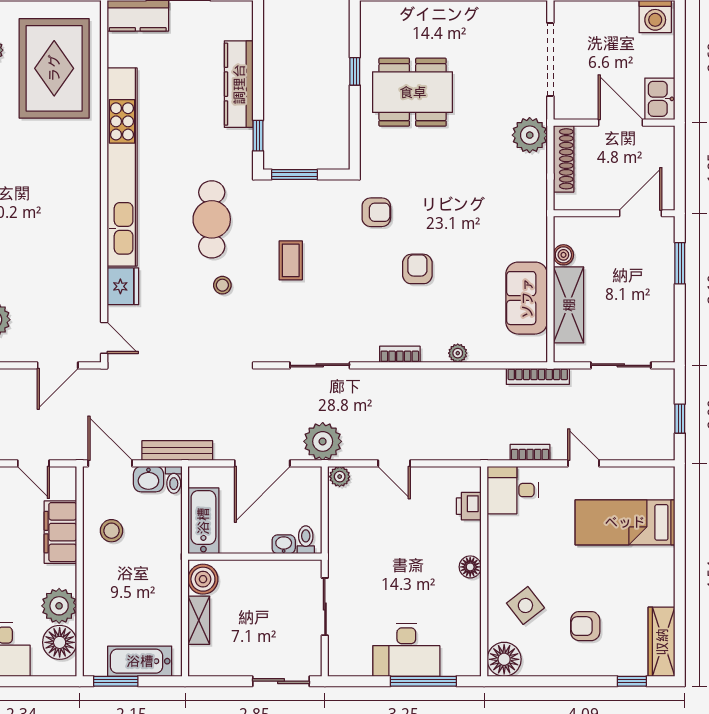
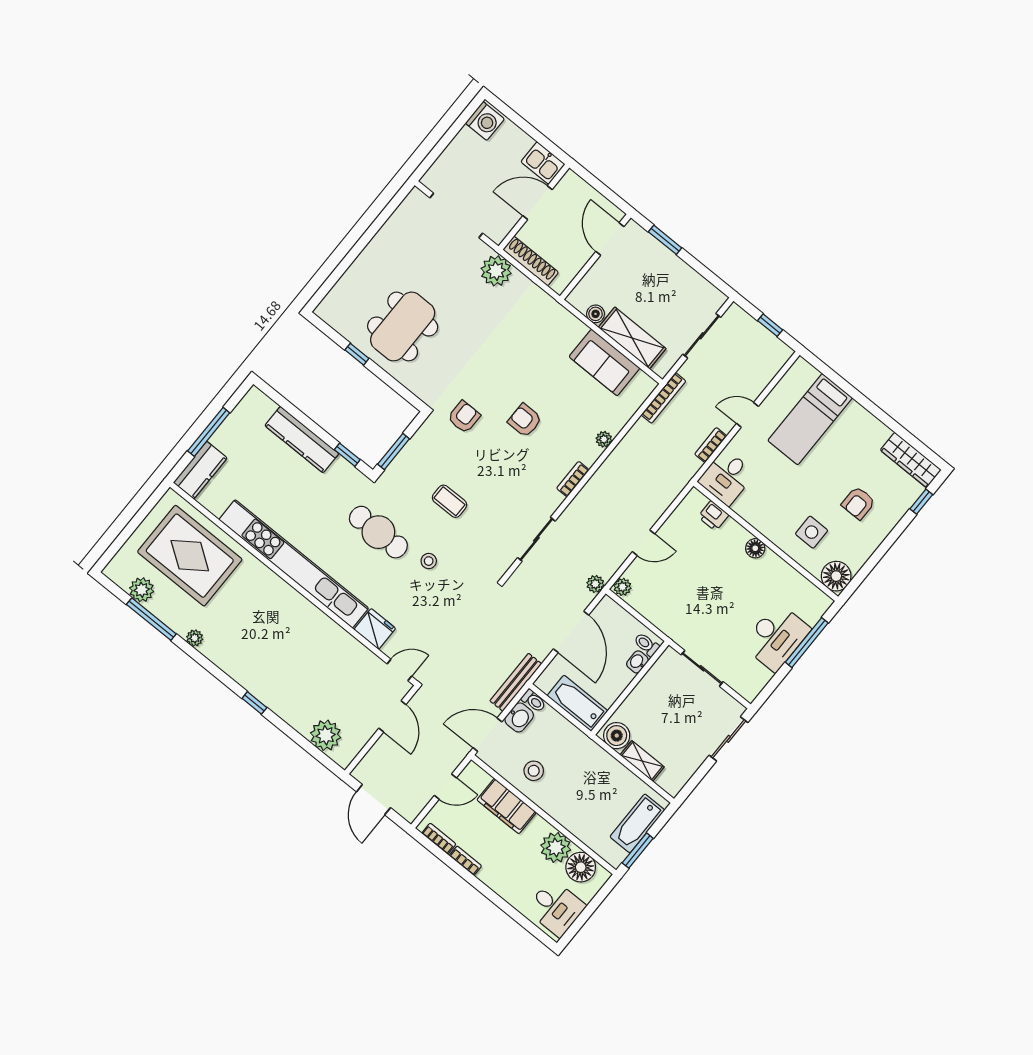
plant: (323, 441) -> (595, 584), width x0.53, depth x0.53
side table: (525, 605) -> (812, 532), turned 38

